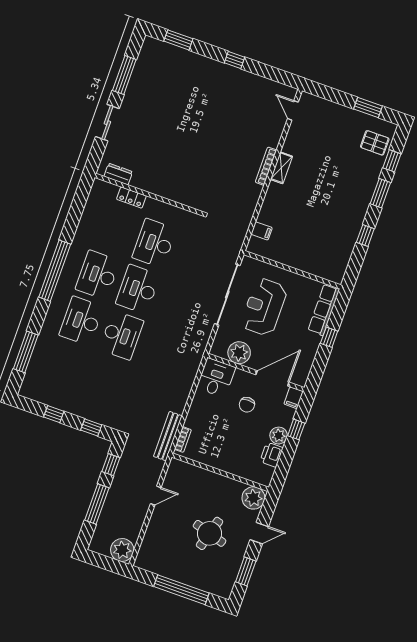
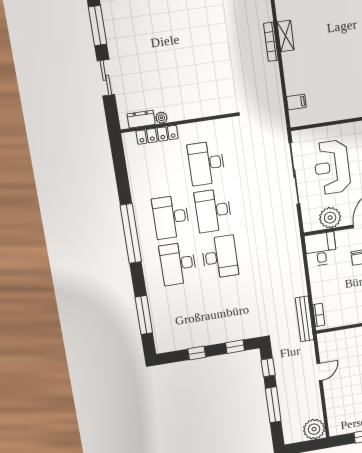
plant: (136, 182) -> (161, 118), added
locker: (131, 198) -> (157, 135), width x1.53

